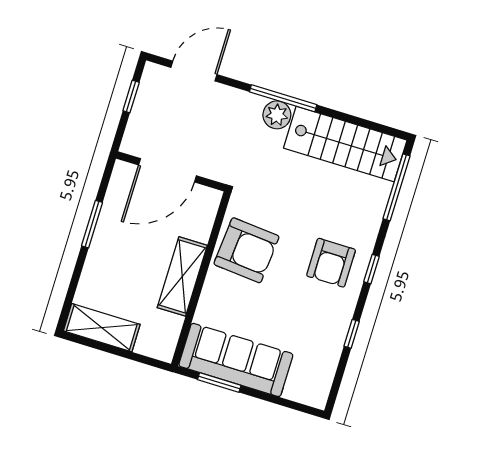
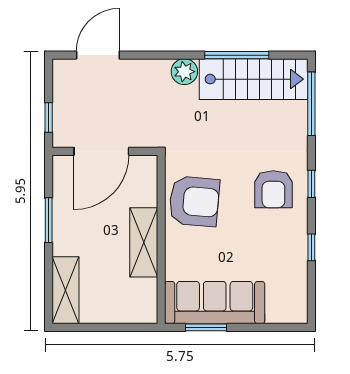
window: (131, 96) -> (49, 117), moved
window: (283, 98) -> (237, 55), moved
shelving: (102, 328) -> (66, 290), moved, turned 90

